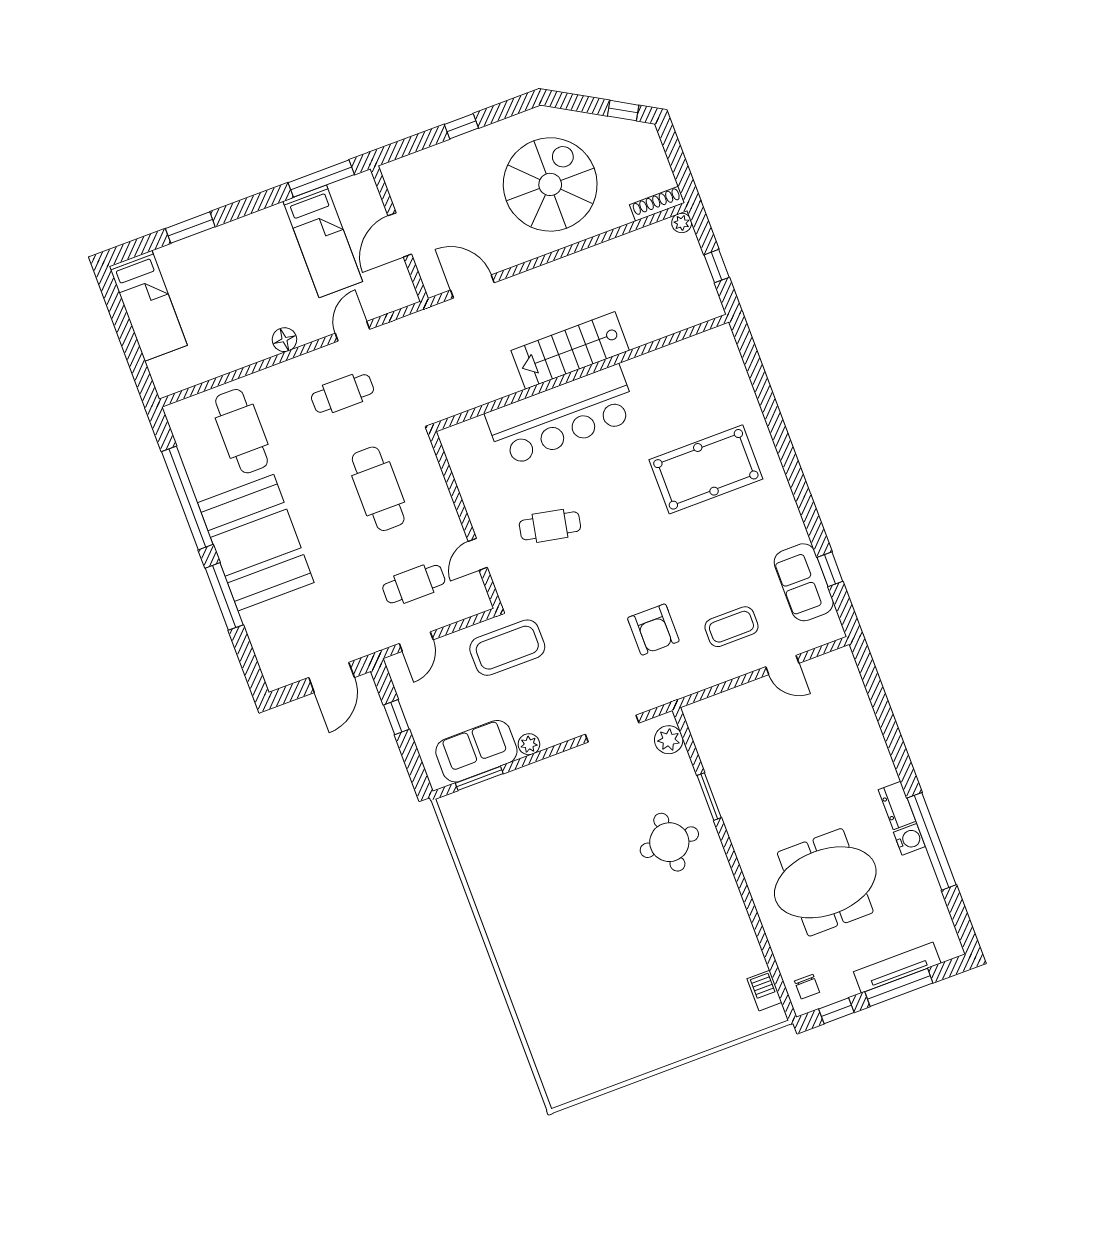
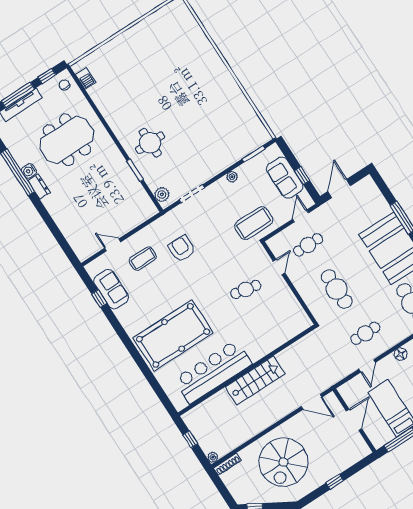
bar counter: (562, 416) -> (213, 372), moved
pool table: (706, 469) -> (173, 335), width x1.36, depth x1.32
sofa: (476, 751) -> (285, 178), moved, turned 90

